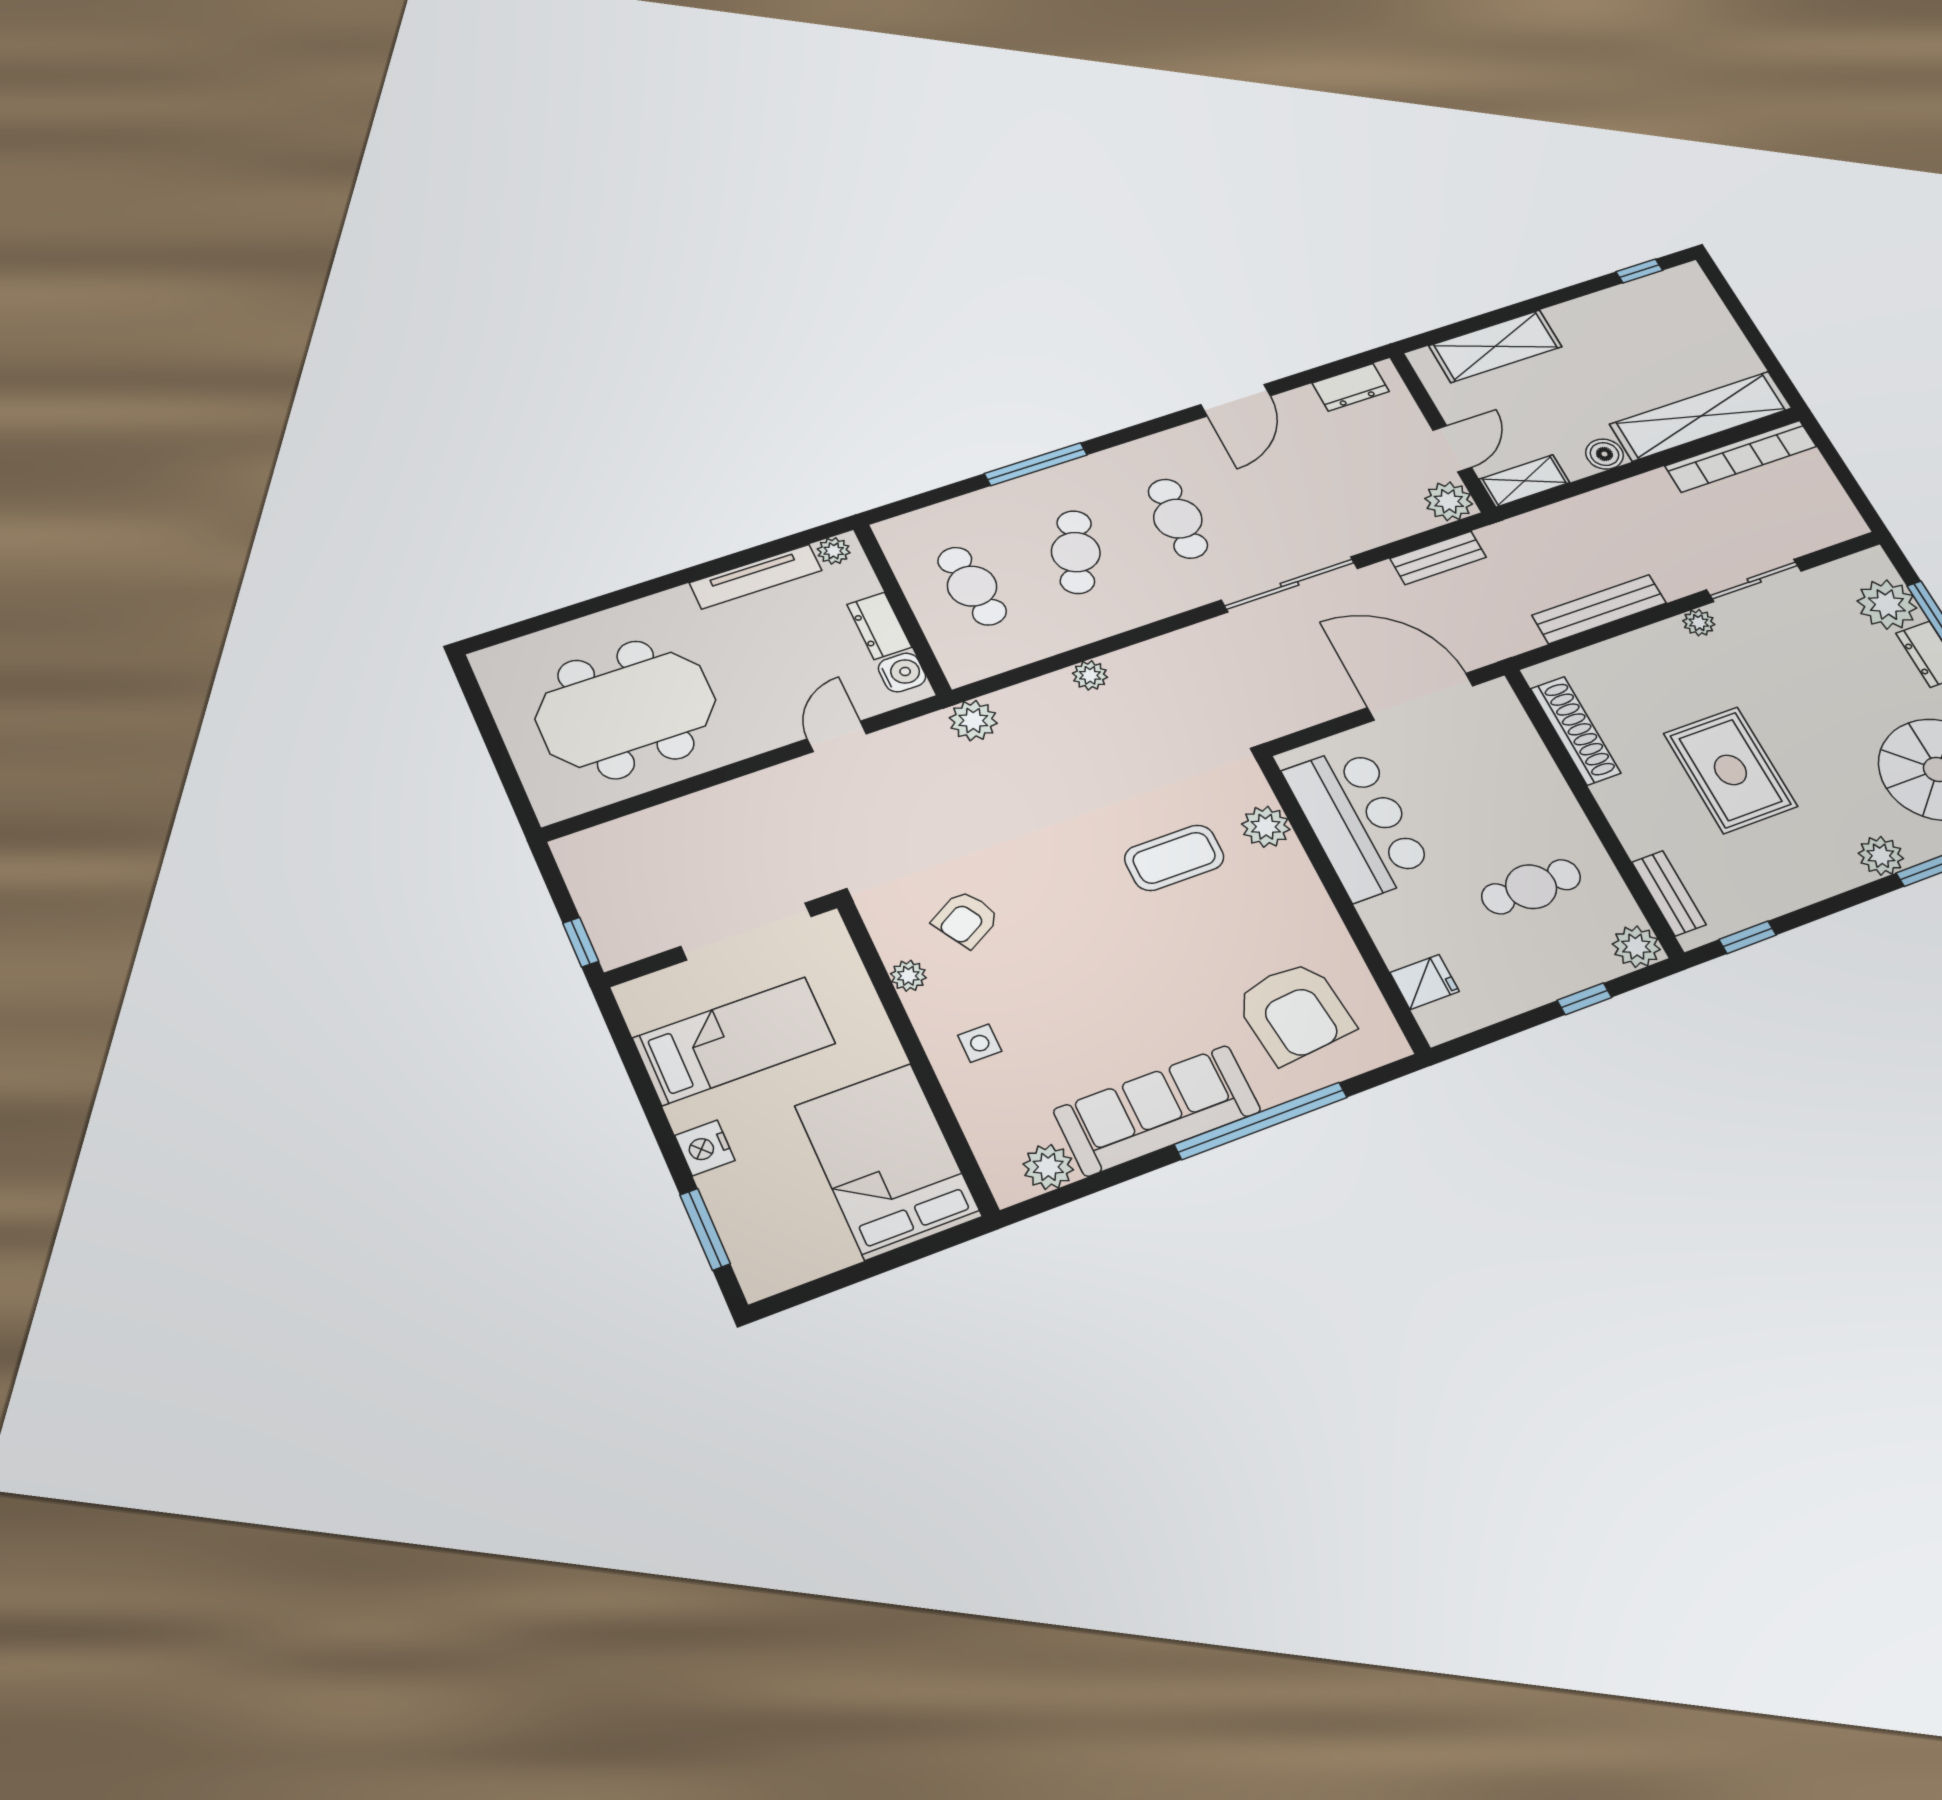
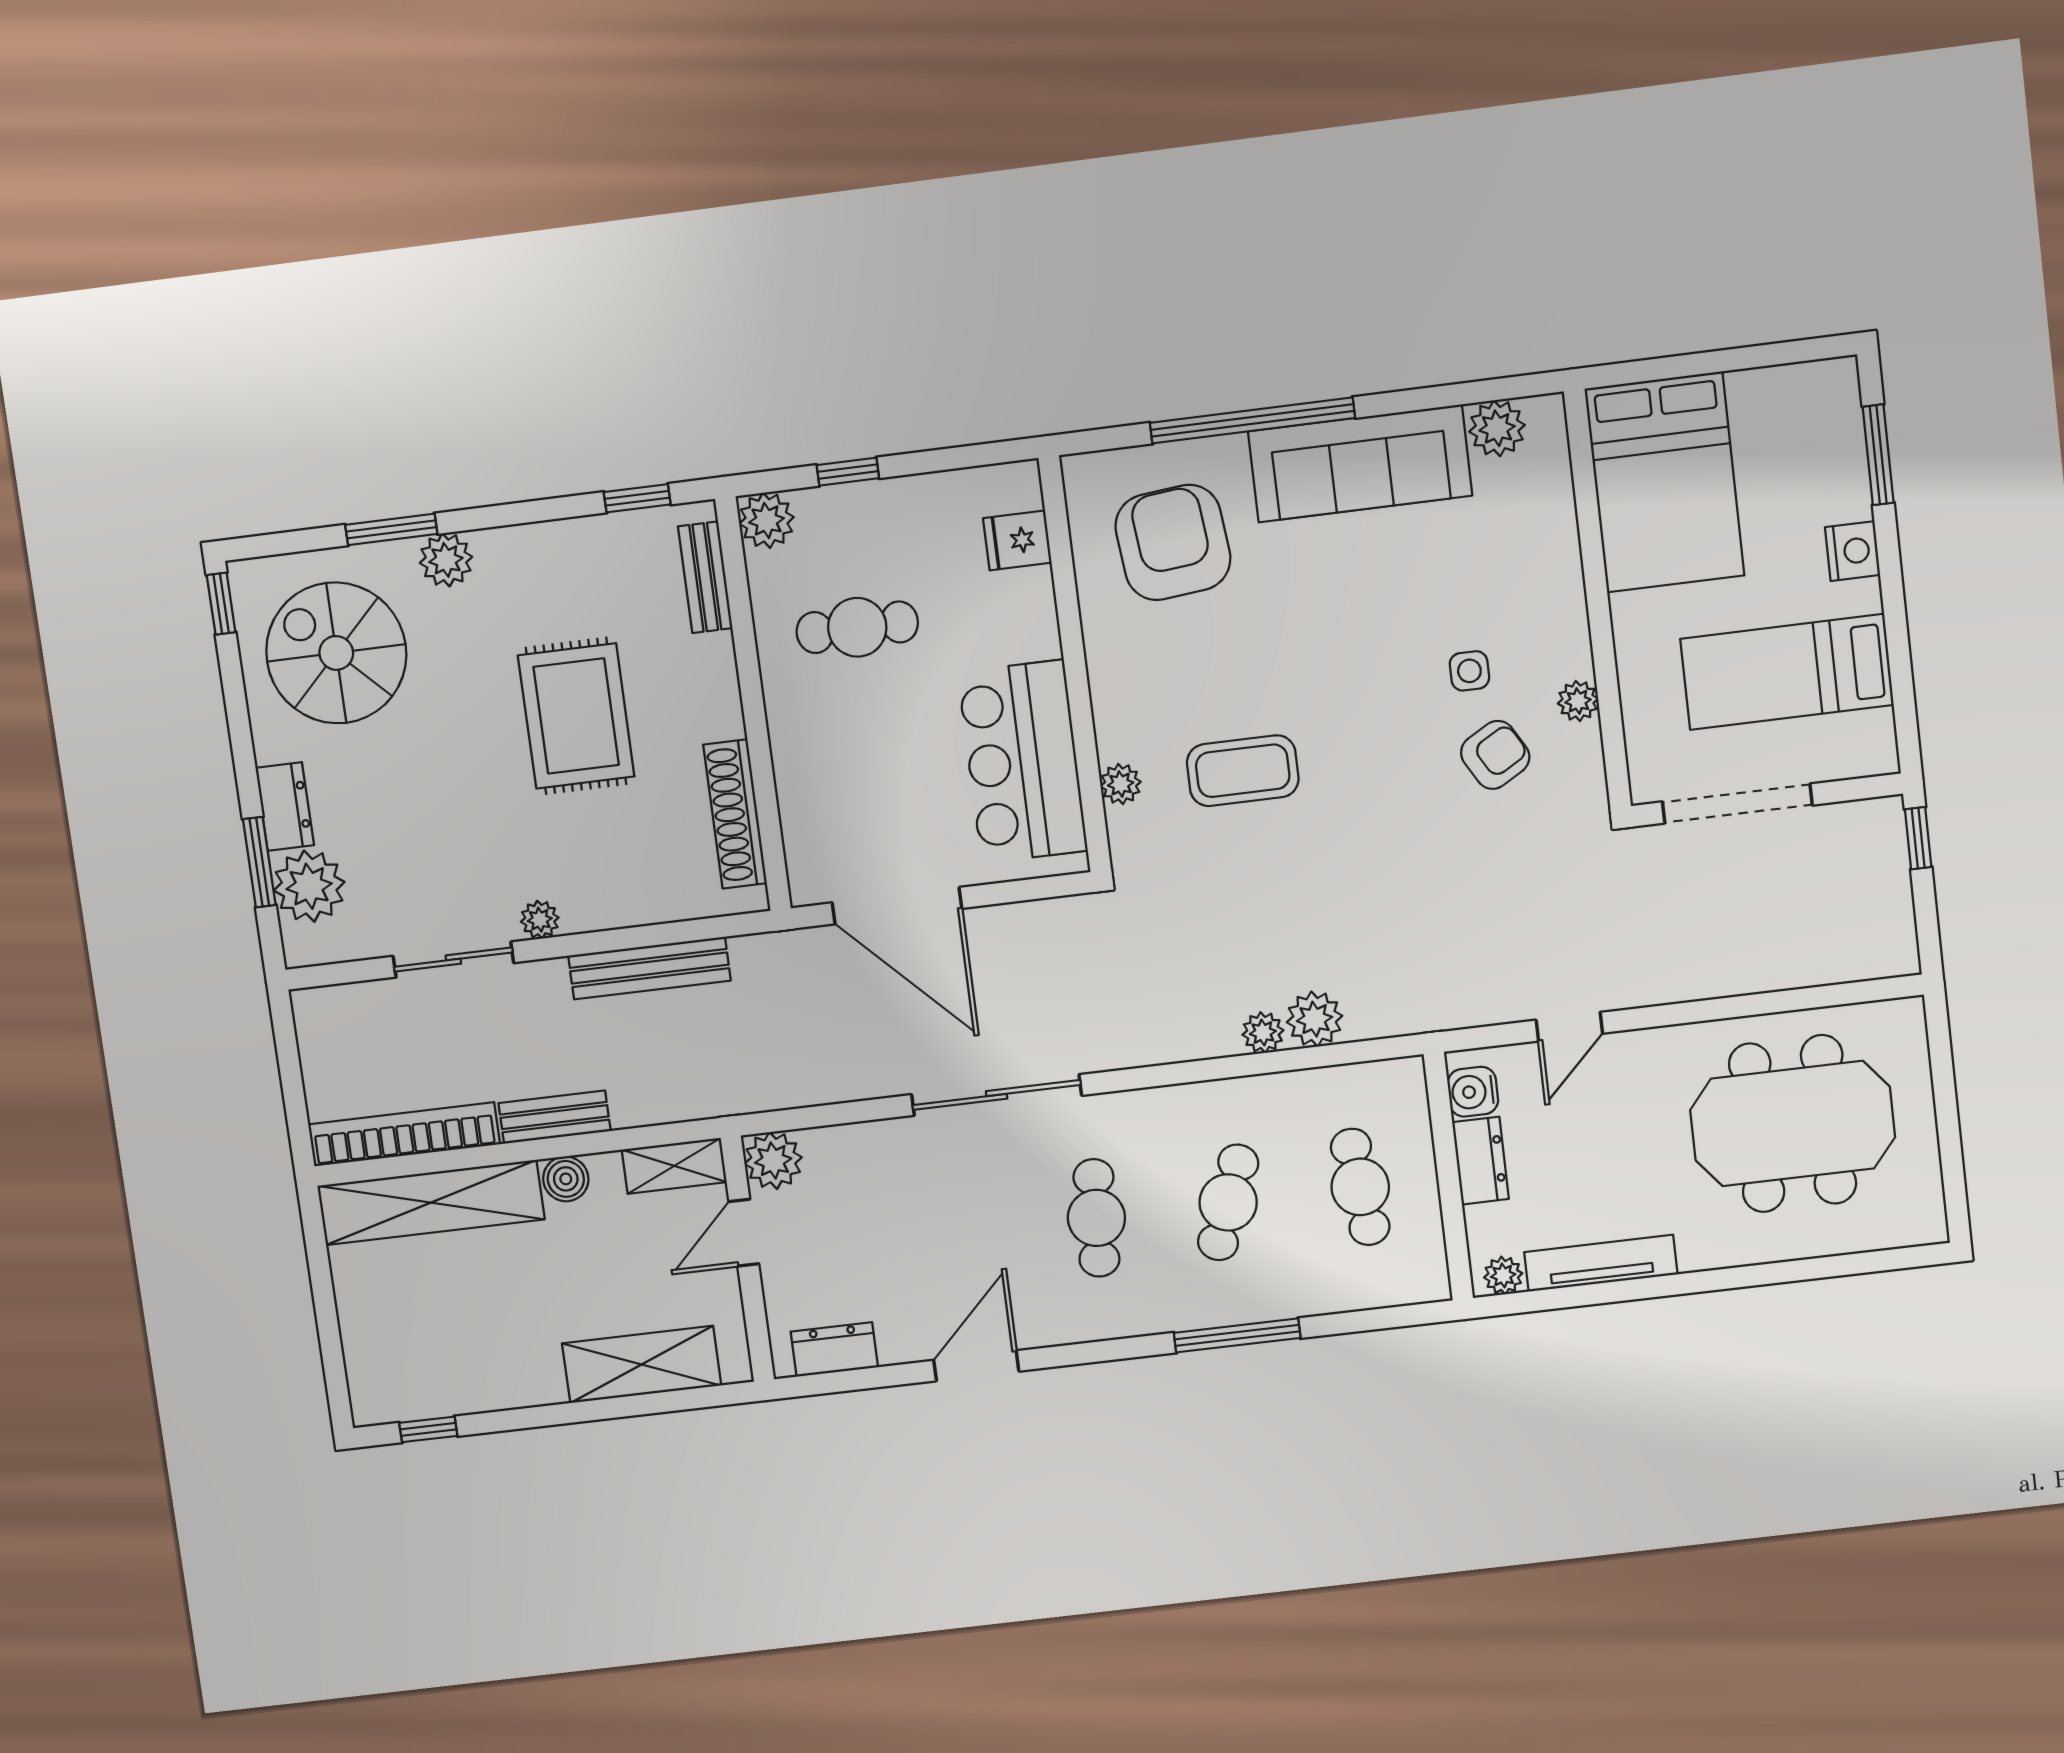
bench: (1438, 558) -> (555, 1117), moved
plant: (973, 721) -> (1315, 1019), moved
plant: (1266, 827) -> (1121, 784), width x0.73, depth x0.73
side table: (980, 1043) -> (1469, 671), moved

